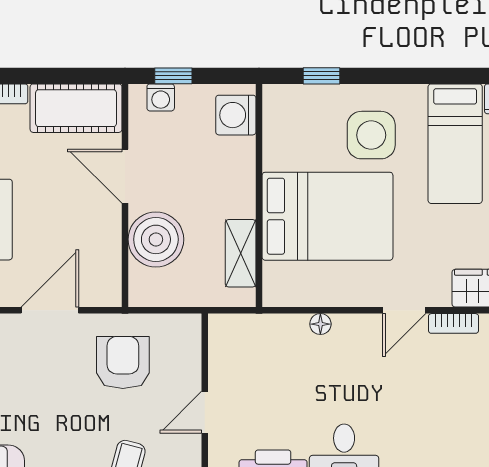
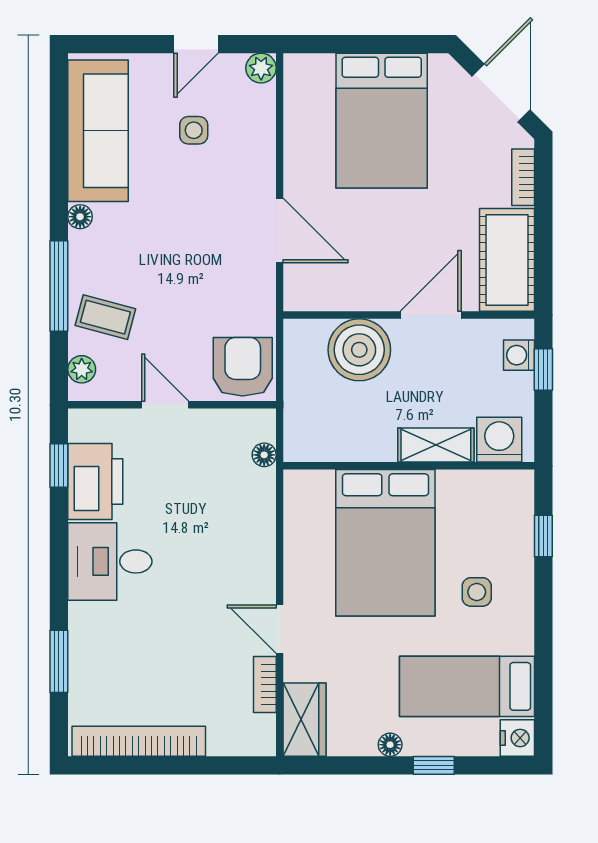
side table: (371, 135) -> (477, 592), width x0.54, depth x0.54
shelving: (241, 253) -> (436, 445), moved
floor lamp: (320, 324) -> (264, 455), moved
armchair: (123, 363) -> (243, 367), moved, turned -90

